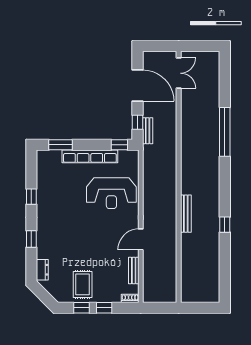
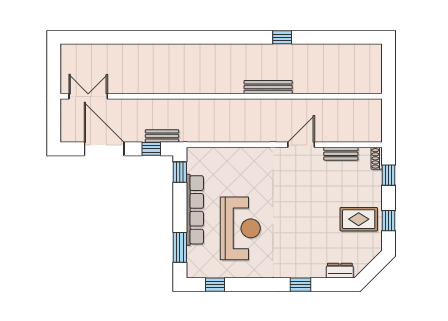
door: (138, 86) -> (104, 149), hinge flipped
window: (225, 132) -> (164, 37), removed
reception desk: (111, 193) -> (240, 228), moved
window: (31, 197) -> (215, 285), moved
door: (141, 239) -> (301, 145), swing flipped
window: (104, 308) -> (388, 175), moved

